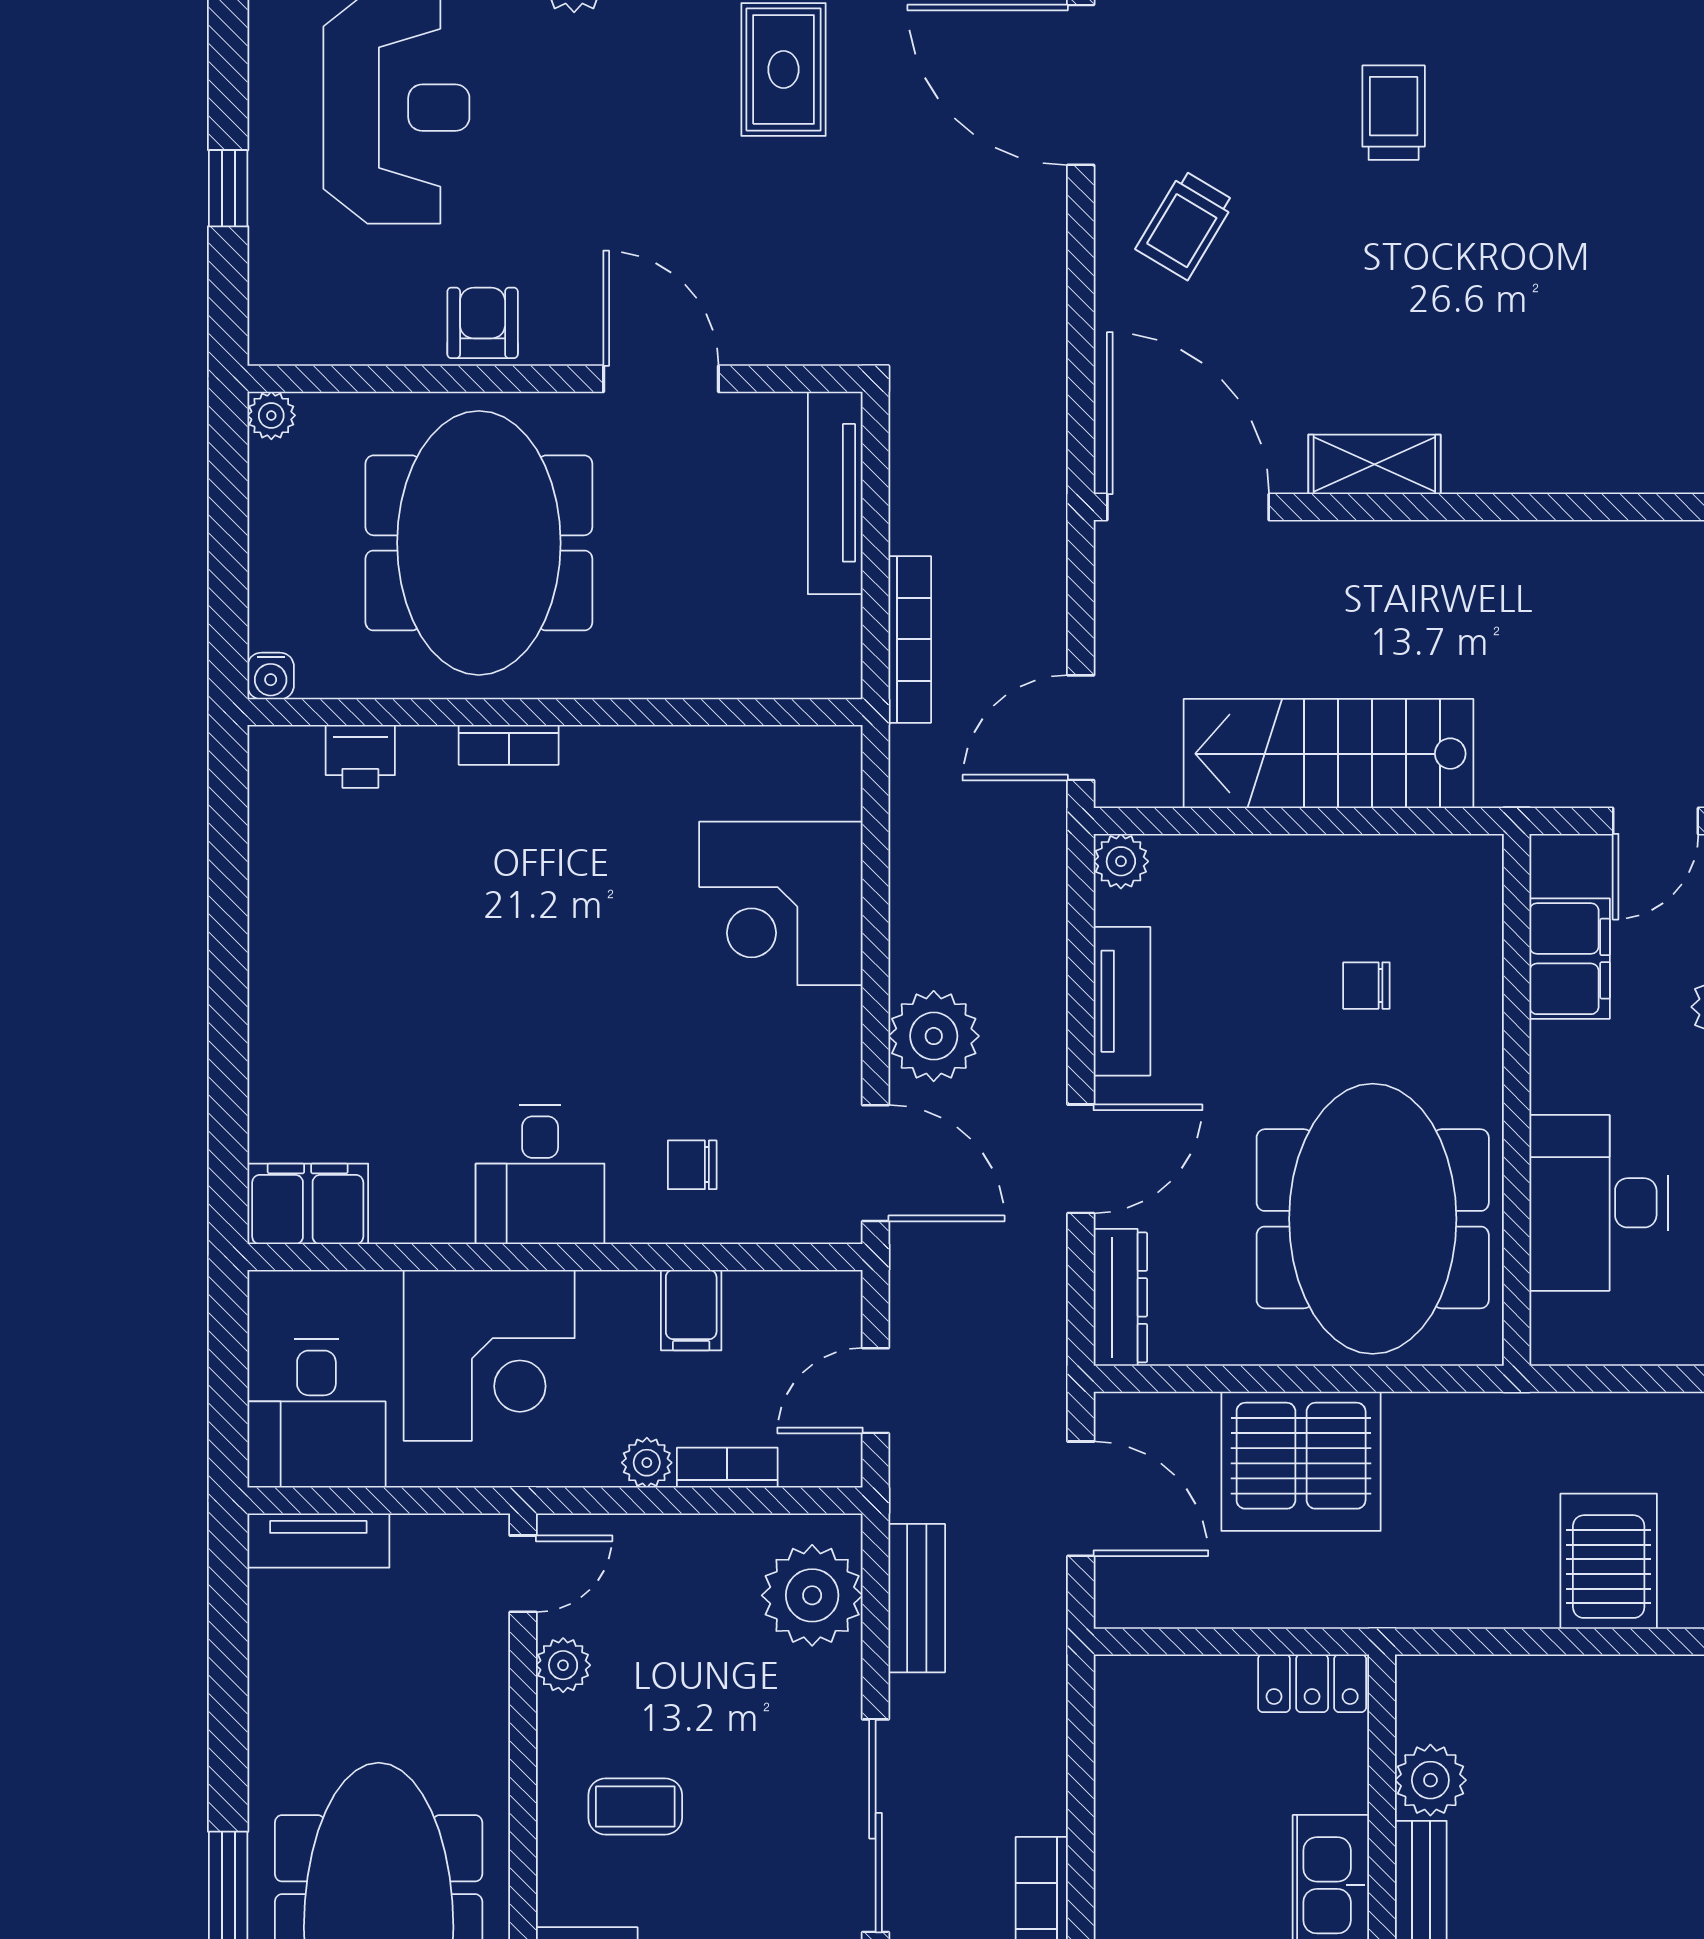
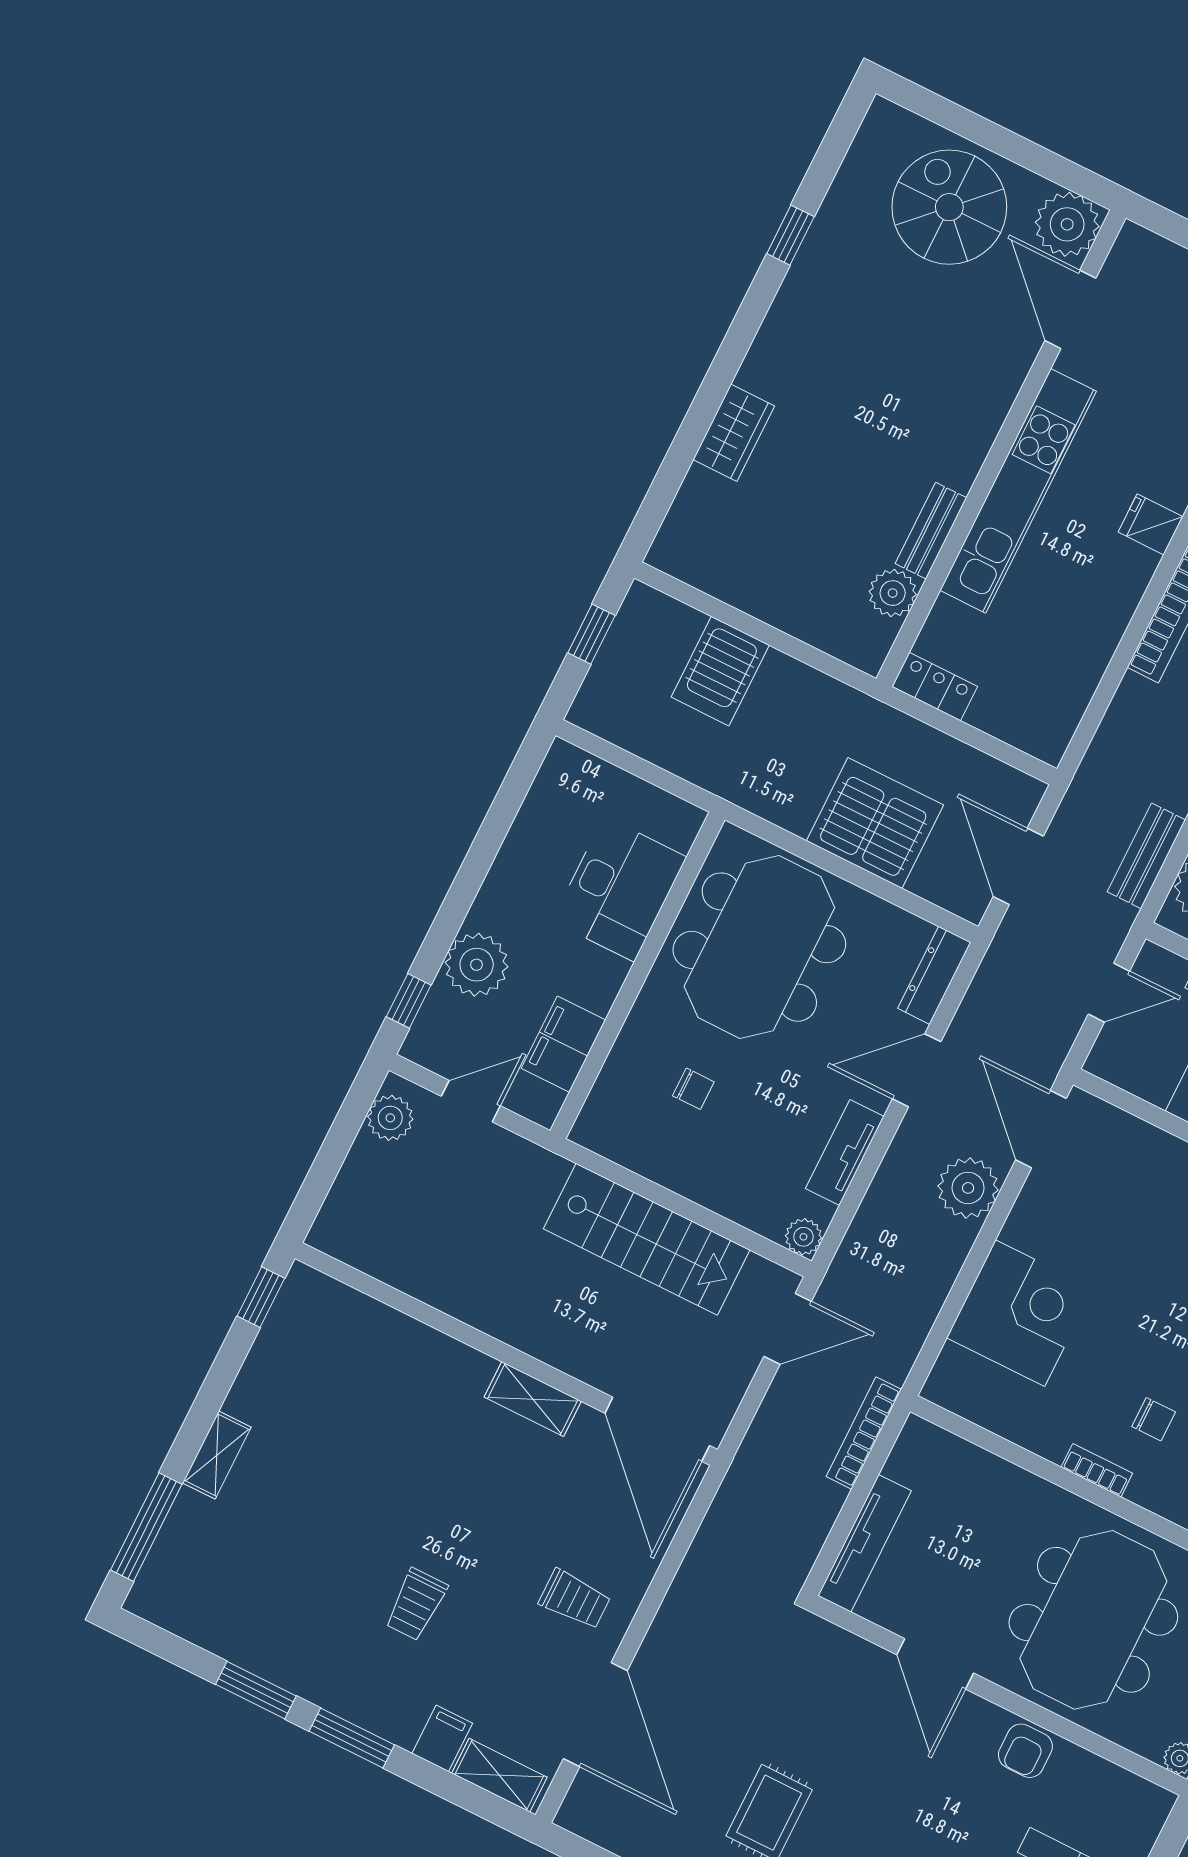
trolley: (1185, 225) -> (575, 1599), turned 59
bookcase: (509, 745) -> (1097, 1470), moved
chair: (692, 1165) -> (1154, 1419), moved

